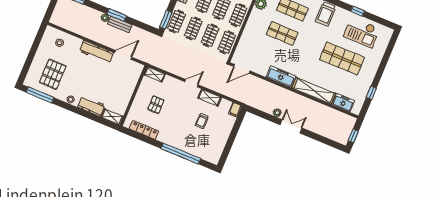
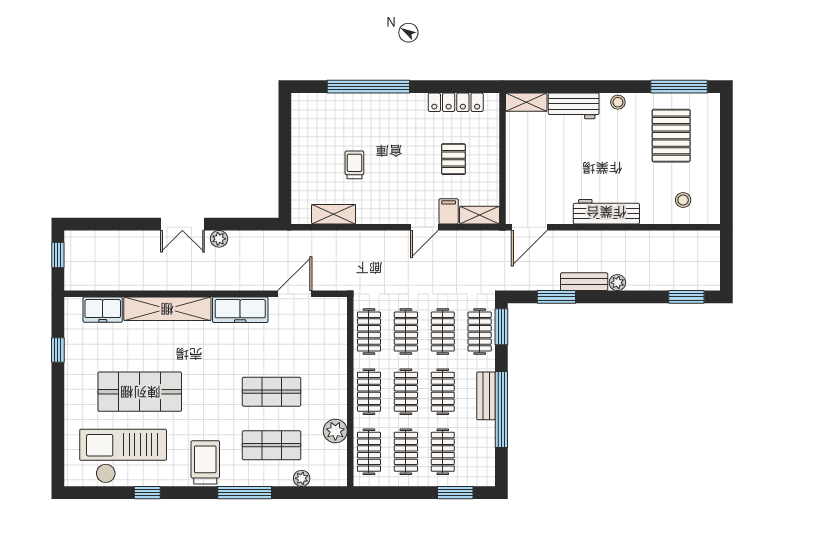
window: (117, 15) -> (556, 297), moved
checkout: (362, 32) -> (123, 456), width x1.36, depth x1.21
door: (123, 55) -> (529, 227), moved
door: (242, 69) -> (295, 294), moved
door: (191, 83) -> (424, 227), moved
shelving: (210, 98) -> (334, 214), moved
filing cabinet: (235, 110) -> (449, 211), moved

